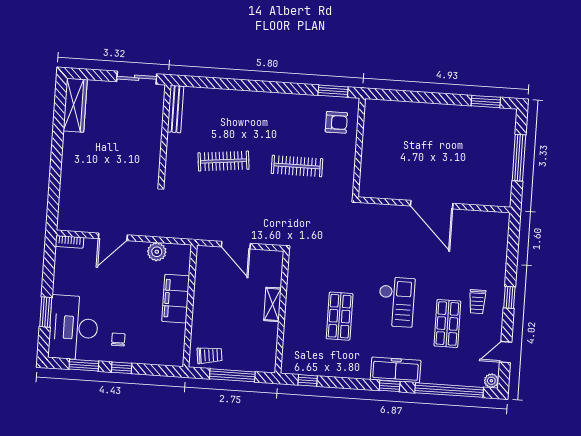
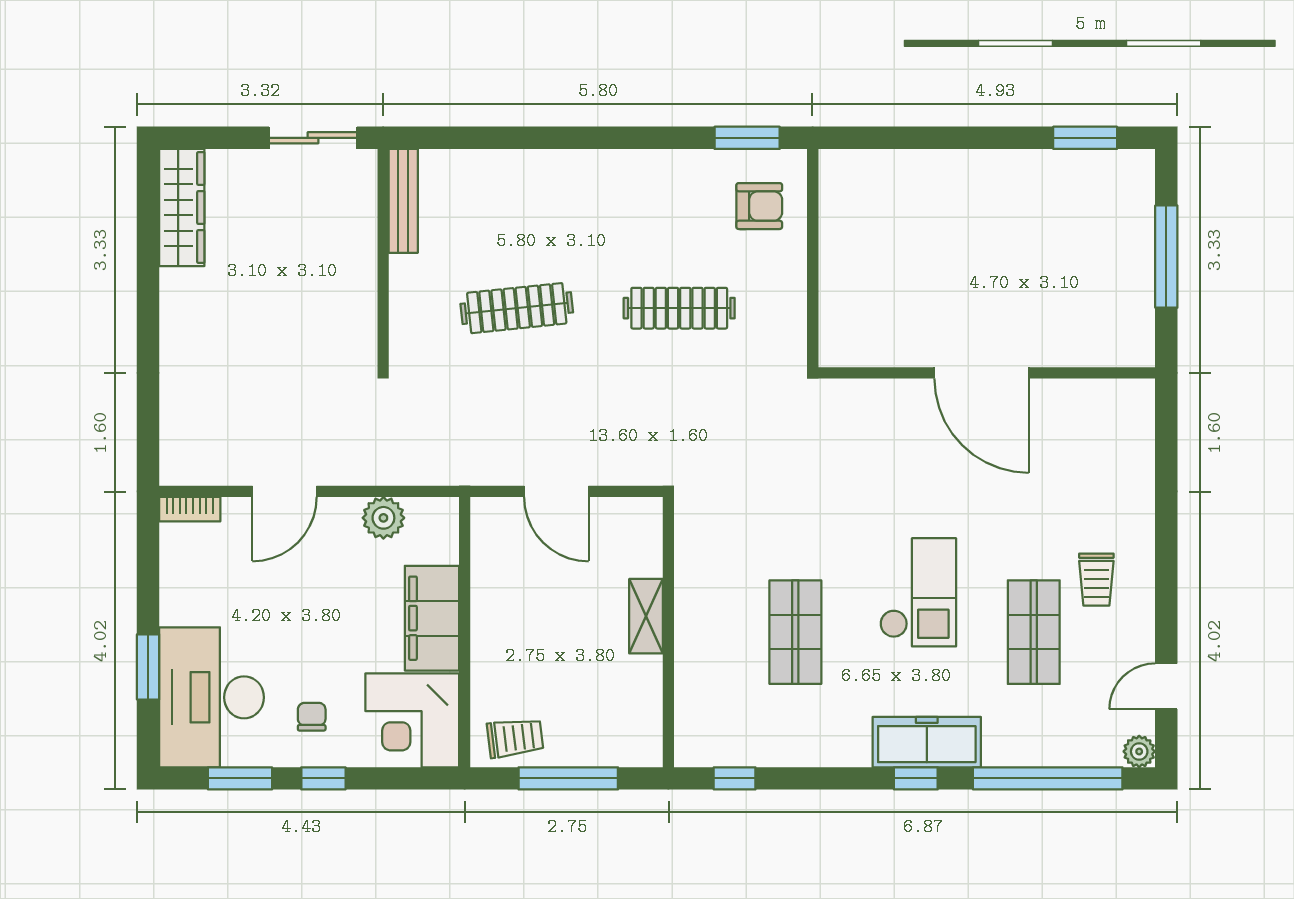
window: (509, 297) -> (1166, 565), removed
corner desk: (164, 344) -> (412, 720), added

